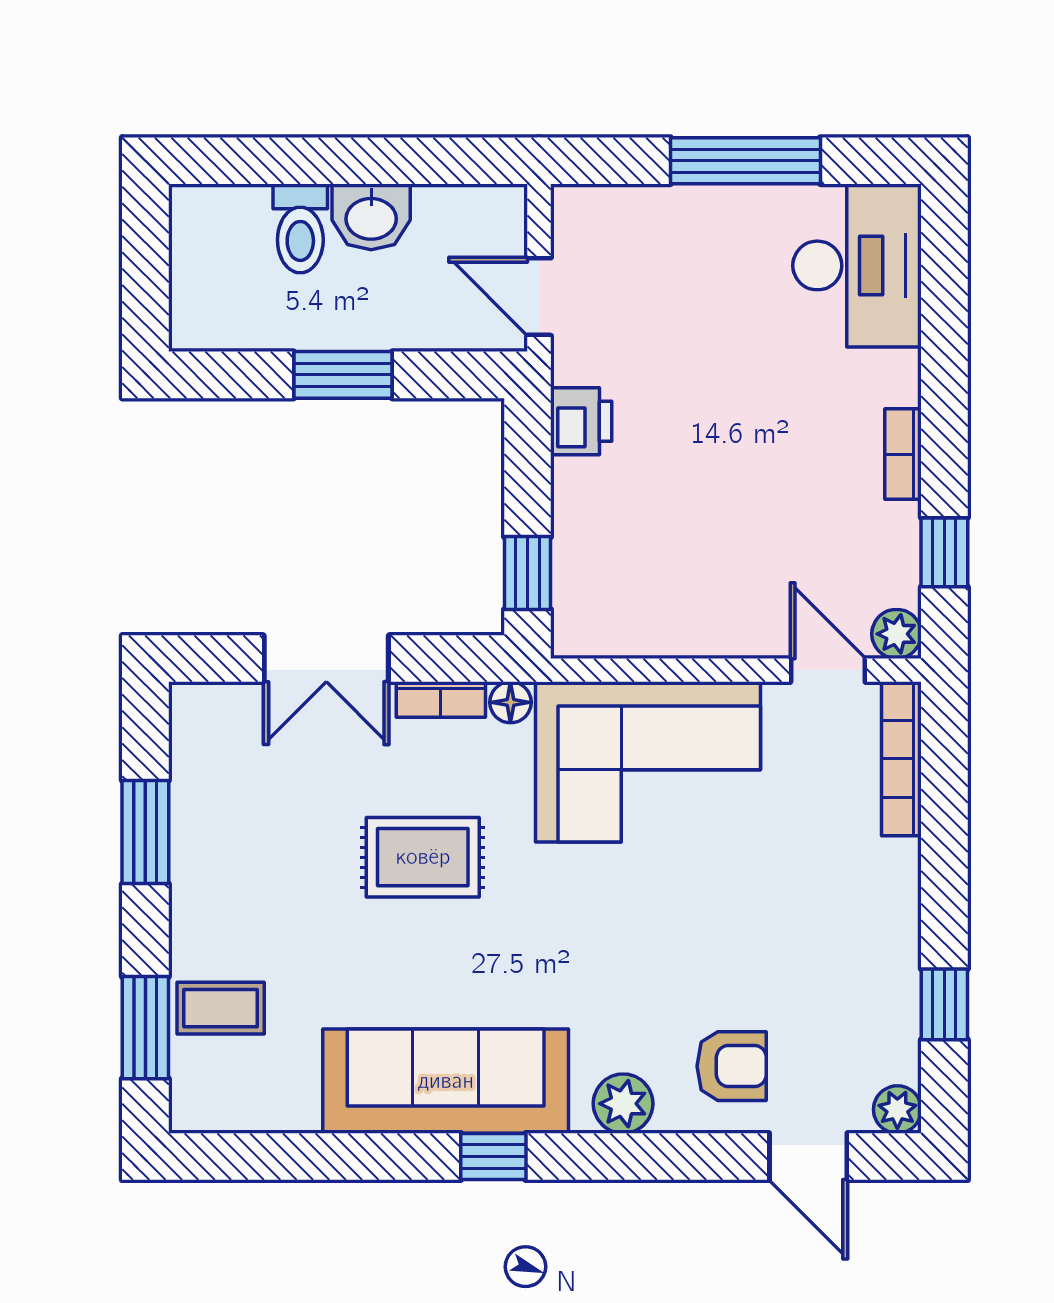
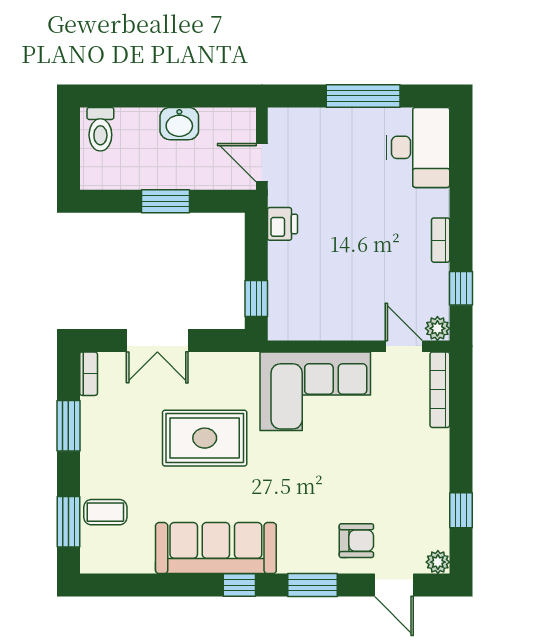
toilet: (300, 228) -> (100, 129), moved
bookcase: (441, 700) -> (89, 374), moved, turned -90
floor lamp: (510, 702) -> (248, 362), removed
rug: (423, 857) -> (205, 438), width x1.36, depth x1.43
plant: (623, 1104) -> (303, 559), removed
window: (642, 1156) -> (313, 585), added

